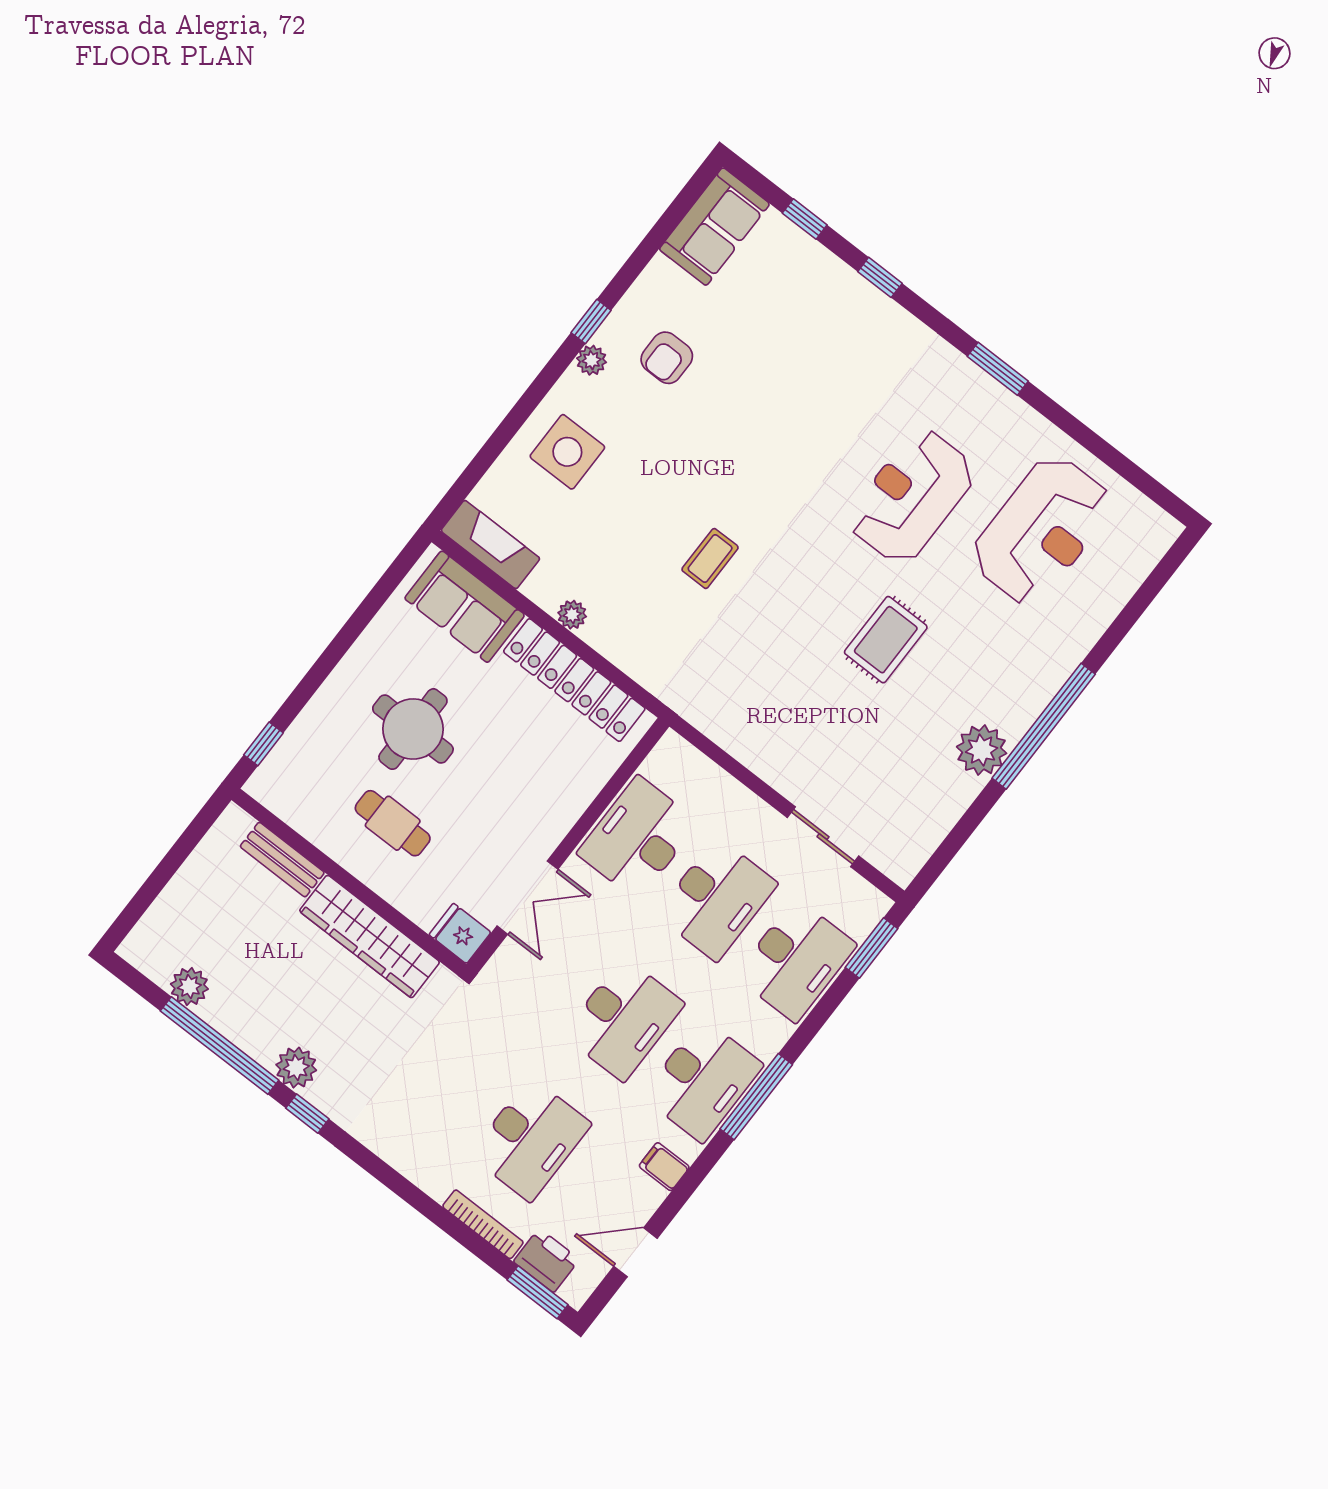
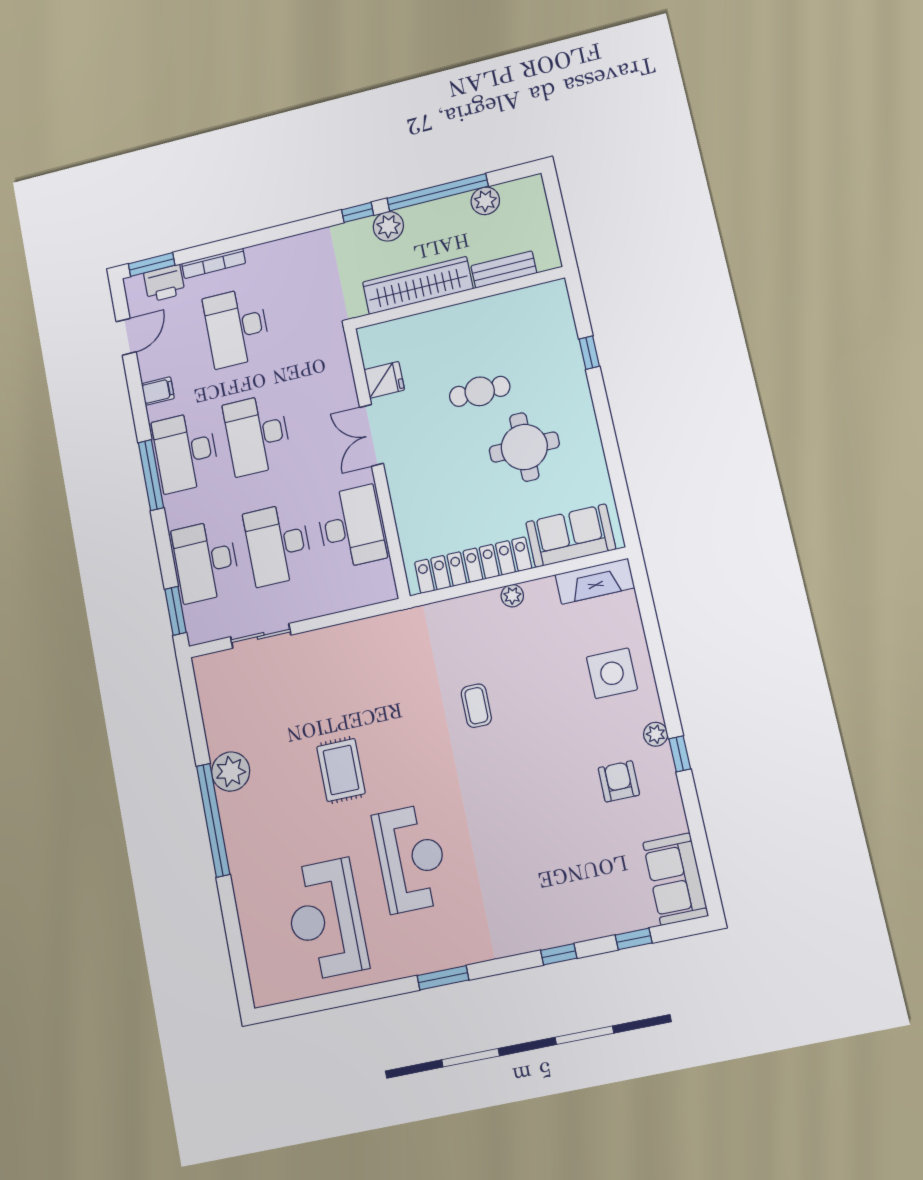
bench: (282, 860) -> (504, 270), moved
wall: (349, 882) -> (458, 298), moved
wardrobe: (370, 936) -> (418, 285), moved

